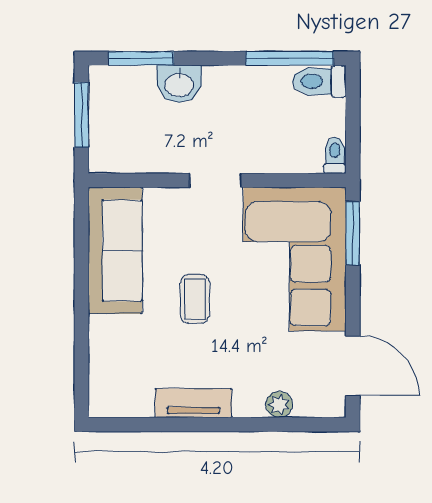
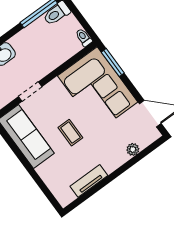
doorway: (215, 180) -> (30, 92), moved
tv unit: (194, 403) -> (89, 181), moved

